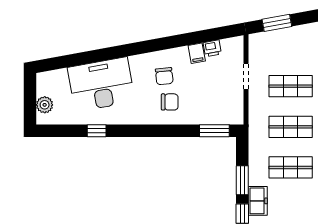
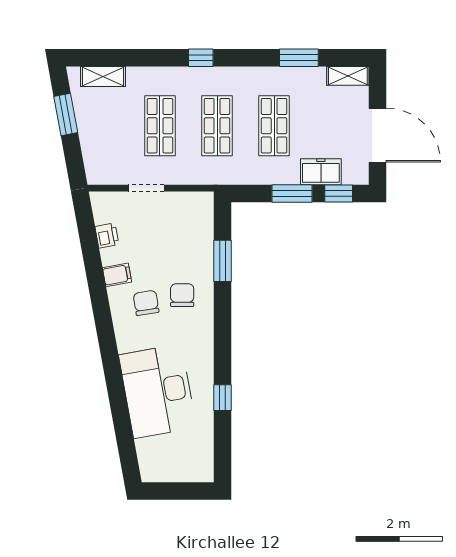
window: (277, 23) -> (66, 115), moved
filing cabinet: (197, 53) -> (117, 275), moved
chair: (164, 76) -> (146, 303), turned -93
plant: (45, 105) -> (186, 471), removed
window: (214, 131) -> (222, 261), moved

